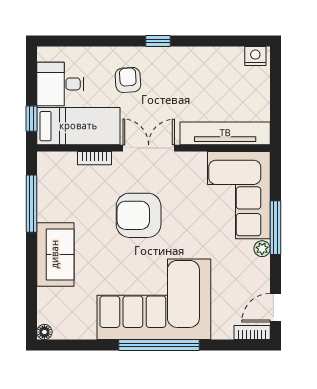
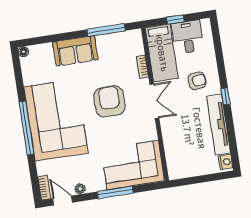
window: (31, 119) -> (175, 19), moved
tv unit: (225, 133) -> (219, 125), moved, turned 180
plant: (262, 249) -> (80, 189), moved

